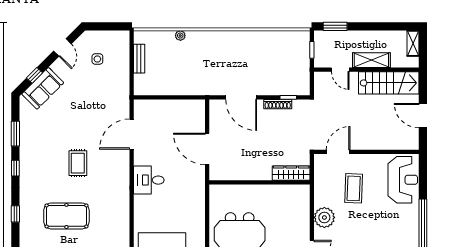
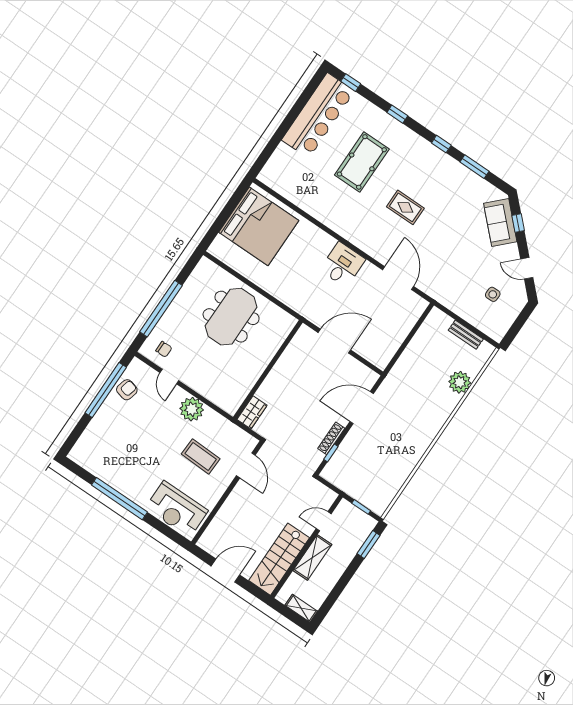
plant: (180, 36) -> (460, 382), width x1.87, depth x1.87
wardrobe: (291, 173) -> (252, 412), width x0.67

